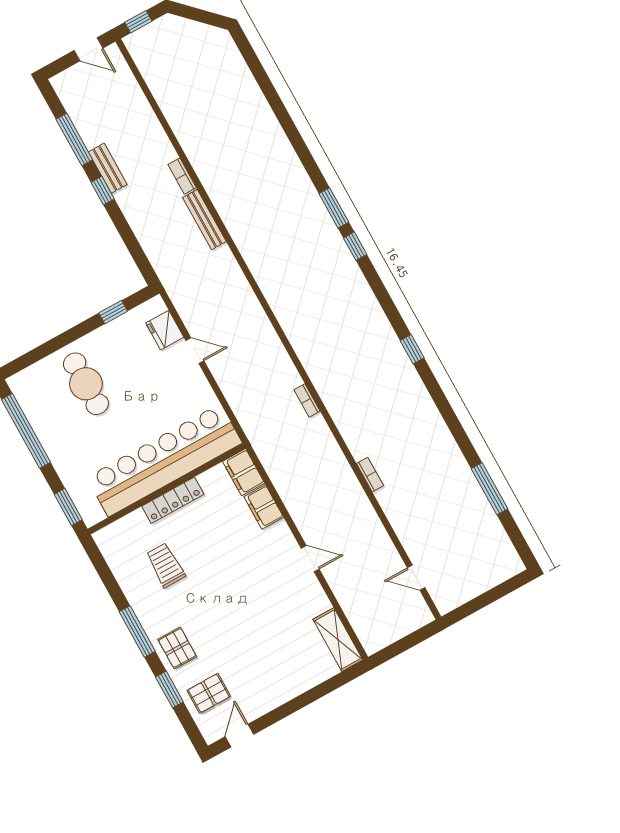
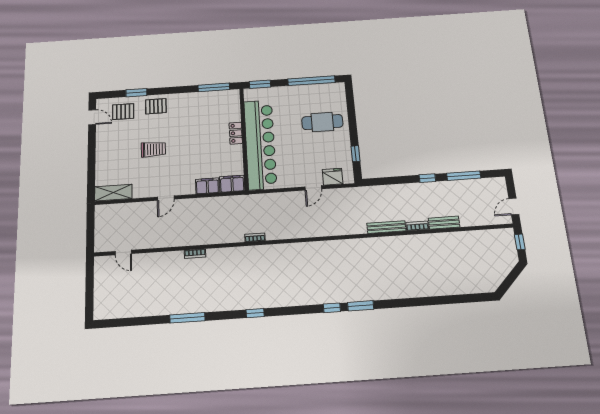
bench: (108, 168) -> (444, 223), moved
window: (490, 489) -> (187, 318), moved
locker: (173, 500) -> (236, 133), width x0.66
trolley: (166, 565) -> (153, 149), moved
door: (416, 578) -> (123, 253), swing flipped
window: (137, 631) -> (214, 87), moved
pallet: (209, 693) -> (123, 112), turned 90

